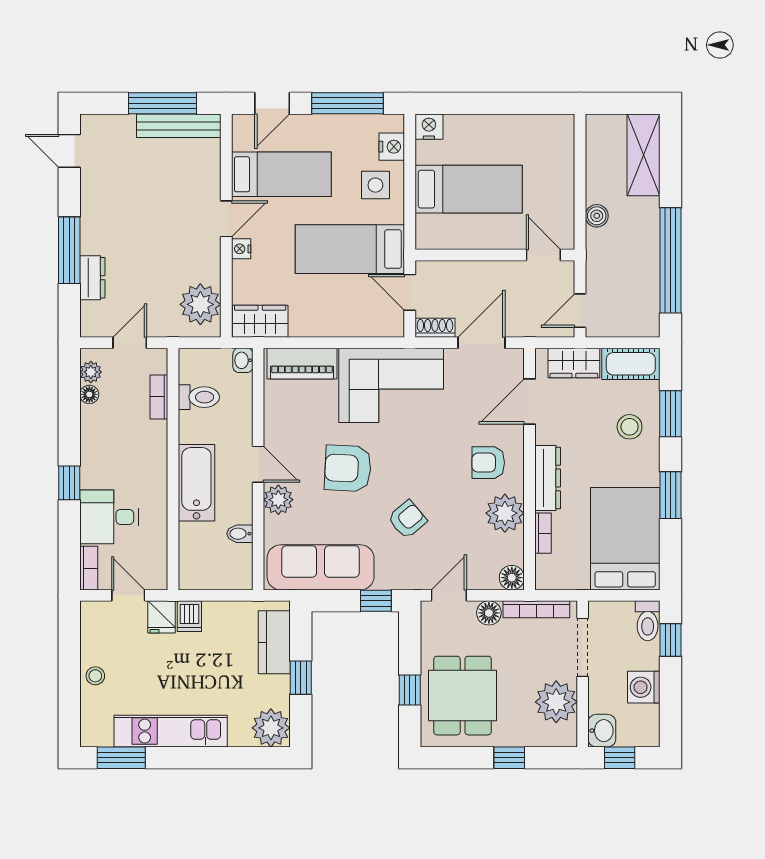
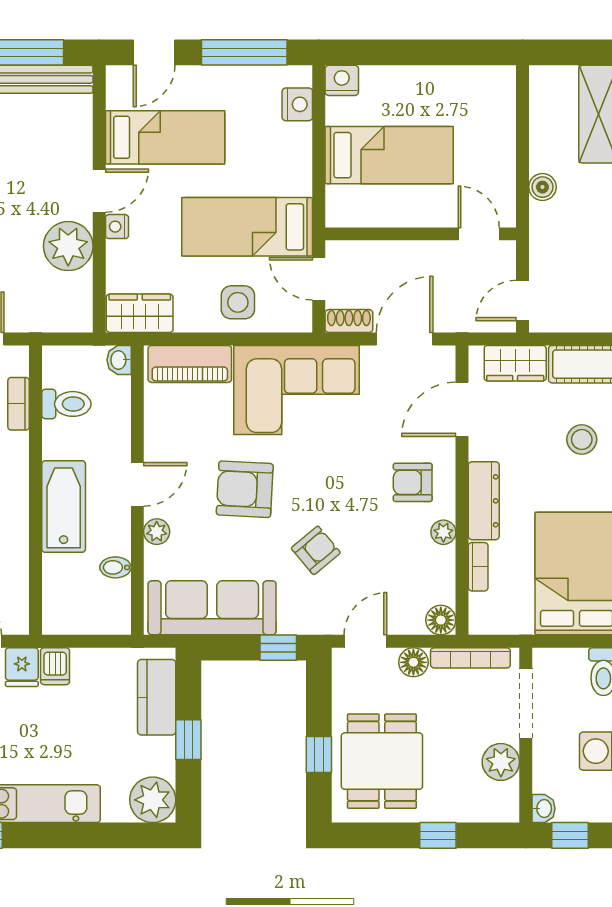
side table: (375, 185) -> (238, 302), moved
plant: (200, 304) -> (68, 246), moved
door: (258, 464) -> (137, 484), hinge flipped
plant: (278, 500) -> (157, 532), width x0.73, depth x0.73
plant: (505, 513) -> (443, 532), width x0.53, depth x0.53
plant: (556, 702) -> (501, 762), width x0.73, depth x0.73
washbasin: (602, 731) -> (544, 809), width x0.72, depth x0.69

